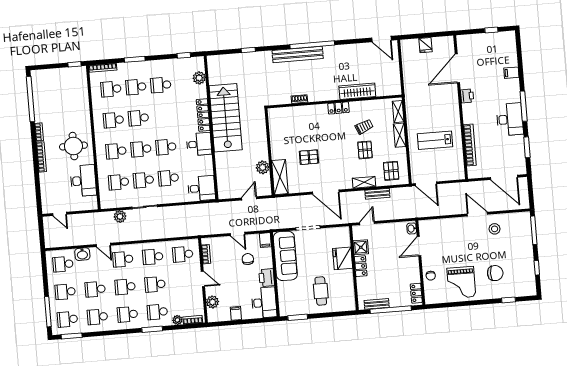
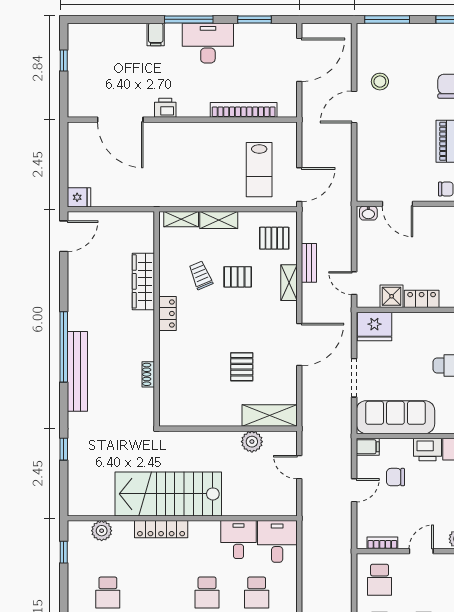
fridge: (425, 45) -> (79, 197), moved
filing cabinet: (511, 73) -> (156, 34), moved
lab bench: (435, 140) -> (259, 170), moved
desk: (199, 144) -> (238, 540), moved
fridge: (343, 258) -> (374, 326), moved

